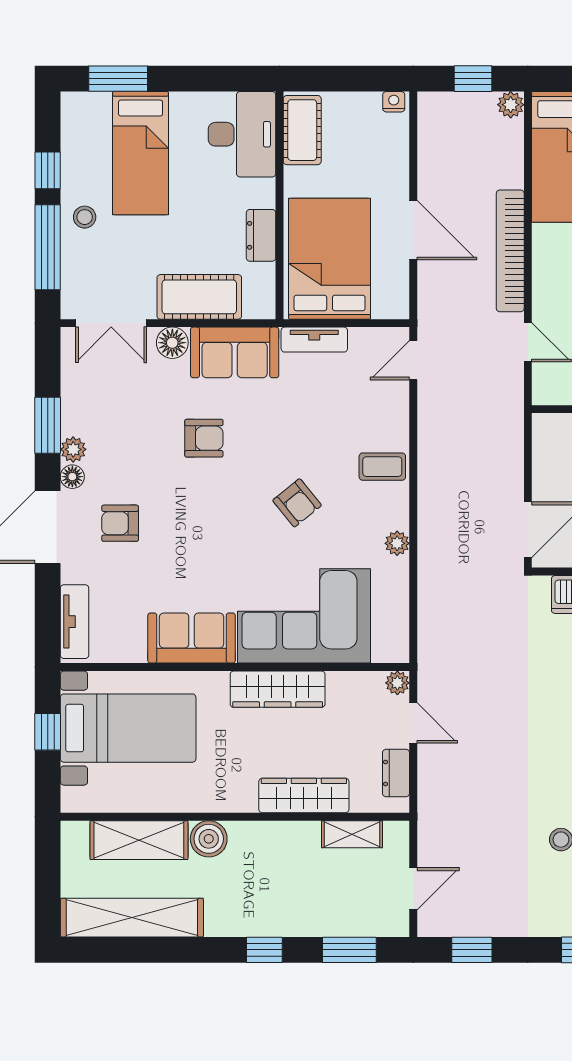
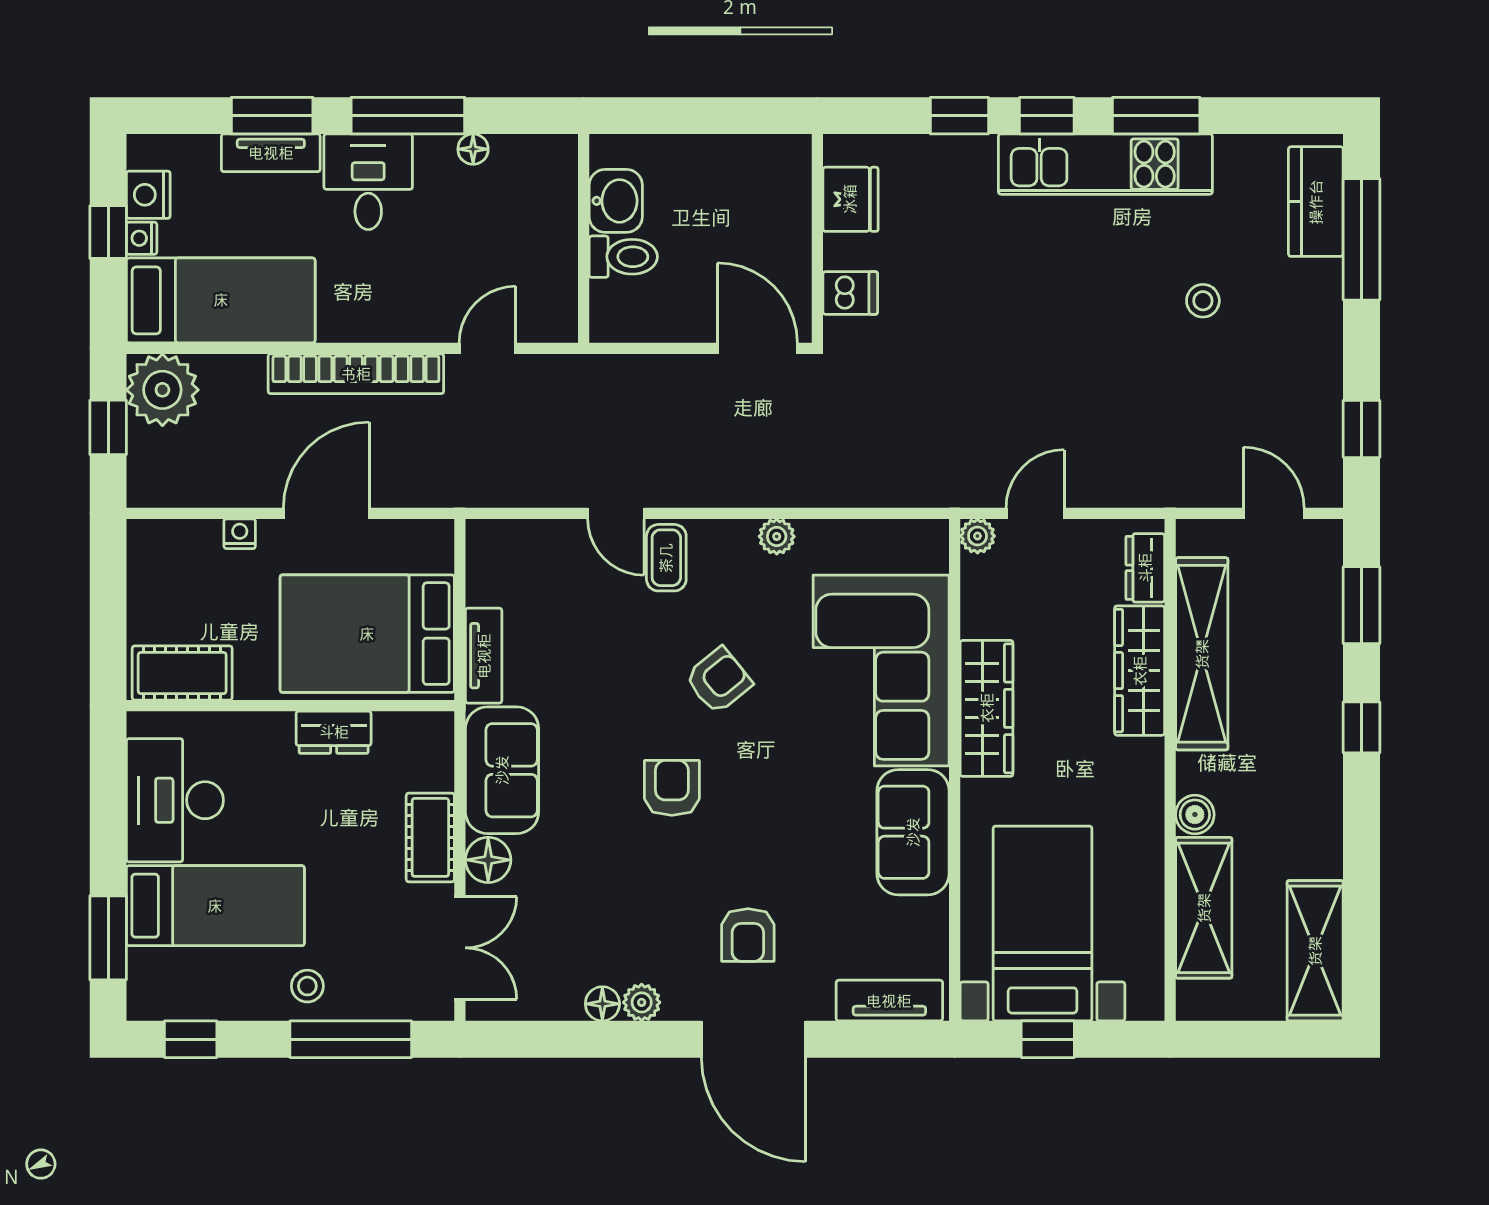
nightstand: (394, 102) -> (240, 534), moved, turned 90
plant: (511, 105) -> (162, 390), width x1.88, depth x1.88
desk: (242, 134) -> (175, 800), moved, turned -90
window: (48, 170) -> (191, 1039), moved
cot: (199, 297) -> (430, 837), width x0.73, depth x0.75
door: (413, 360) -> (616, 513), moved
window: (48, 425) -> (607, 1039), removed
armchair: (204, 438) -> (672, 788), moved
floor lamp: (72, 477) -> (602, 1004), moved
dresser: (396, 773) -> (1145, 568), moved, turned 90
shelving: (352, 834) -> (1202, 654), width x2.20, depth x1.33
boiler: (209, 839) -> (1195, 815), width x0.73, depth x0.73
shelving: (132, 918) -> (1315, 951), width x0.68

